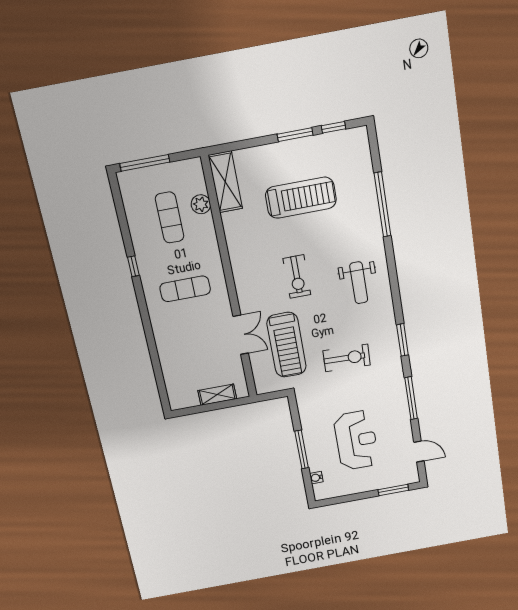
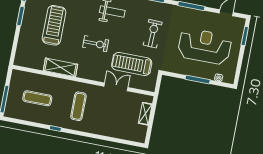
shelving: (225, 182) -> (61, 67), moved
plant: (201, 204) -> (37, 79), removed
treadmill: (287, 345) -> (132, 64), turned 180
reception desk: (356, 440) -> (205, 46), width x1.36, depth x1.30

